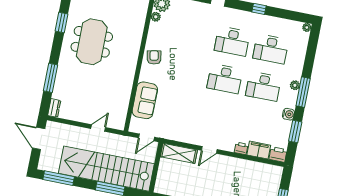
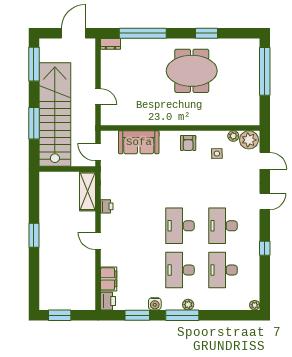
side table: (168, 34) -> (217, 154), added
armchair: (154, 57) -> (188, 143), turned 100
window: (51, 78) -> (143, 33), width x1.46
printer: (241, 148) -> (107, 206), moved
door: (209, 150) -> (98, 241), moved

